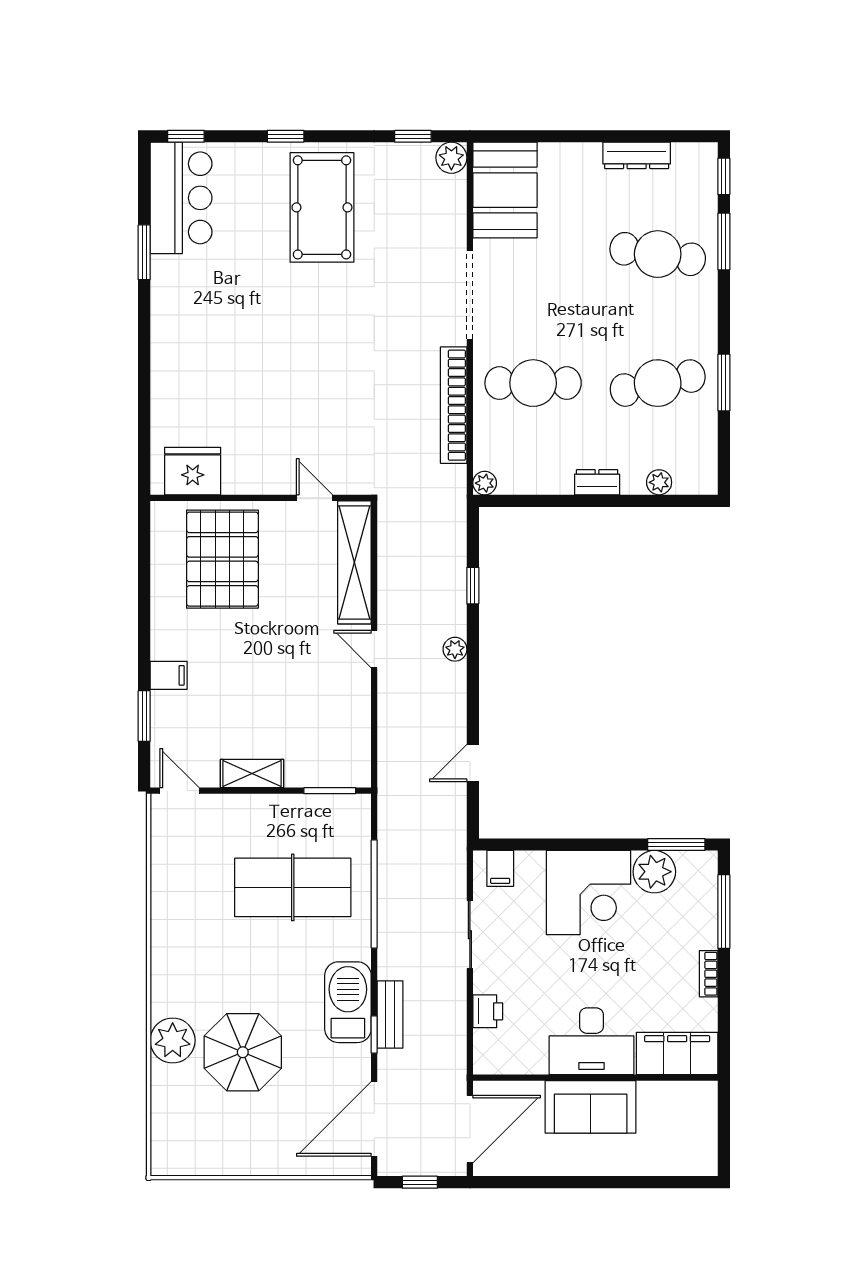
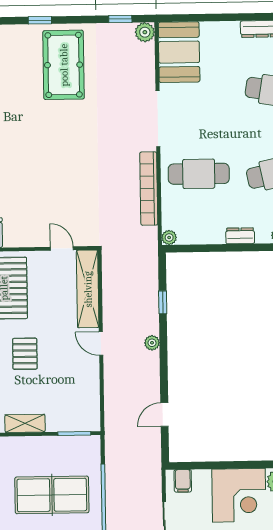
pallet: (254, 663) -> (25, 354), added

